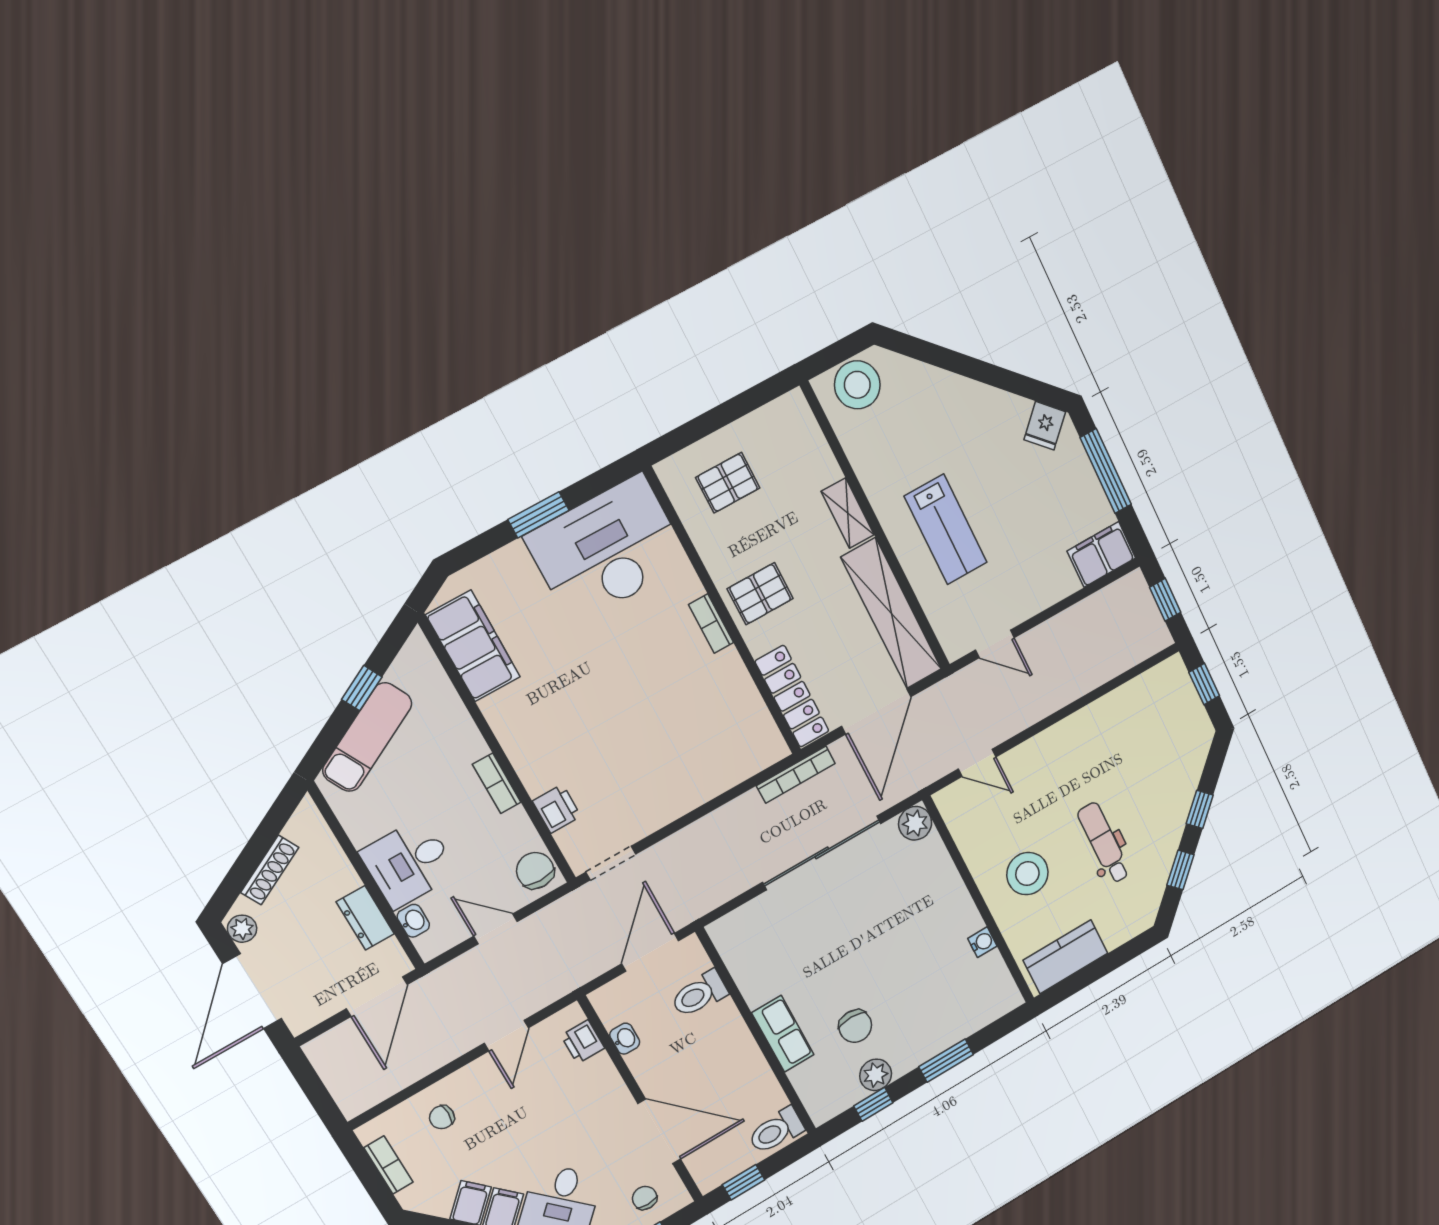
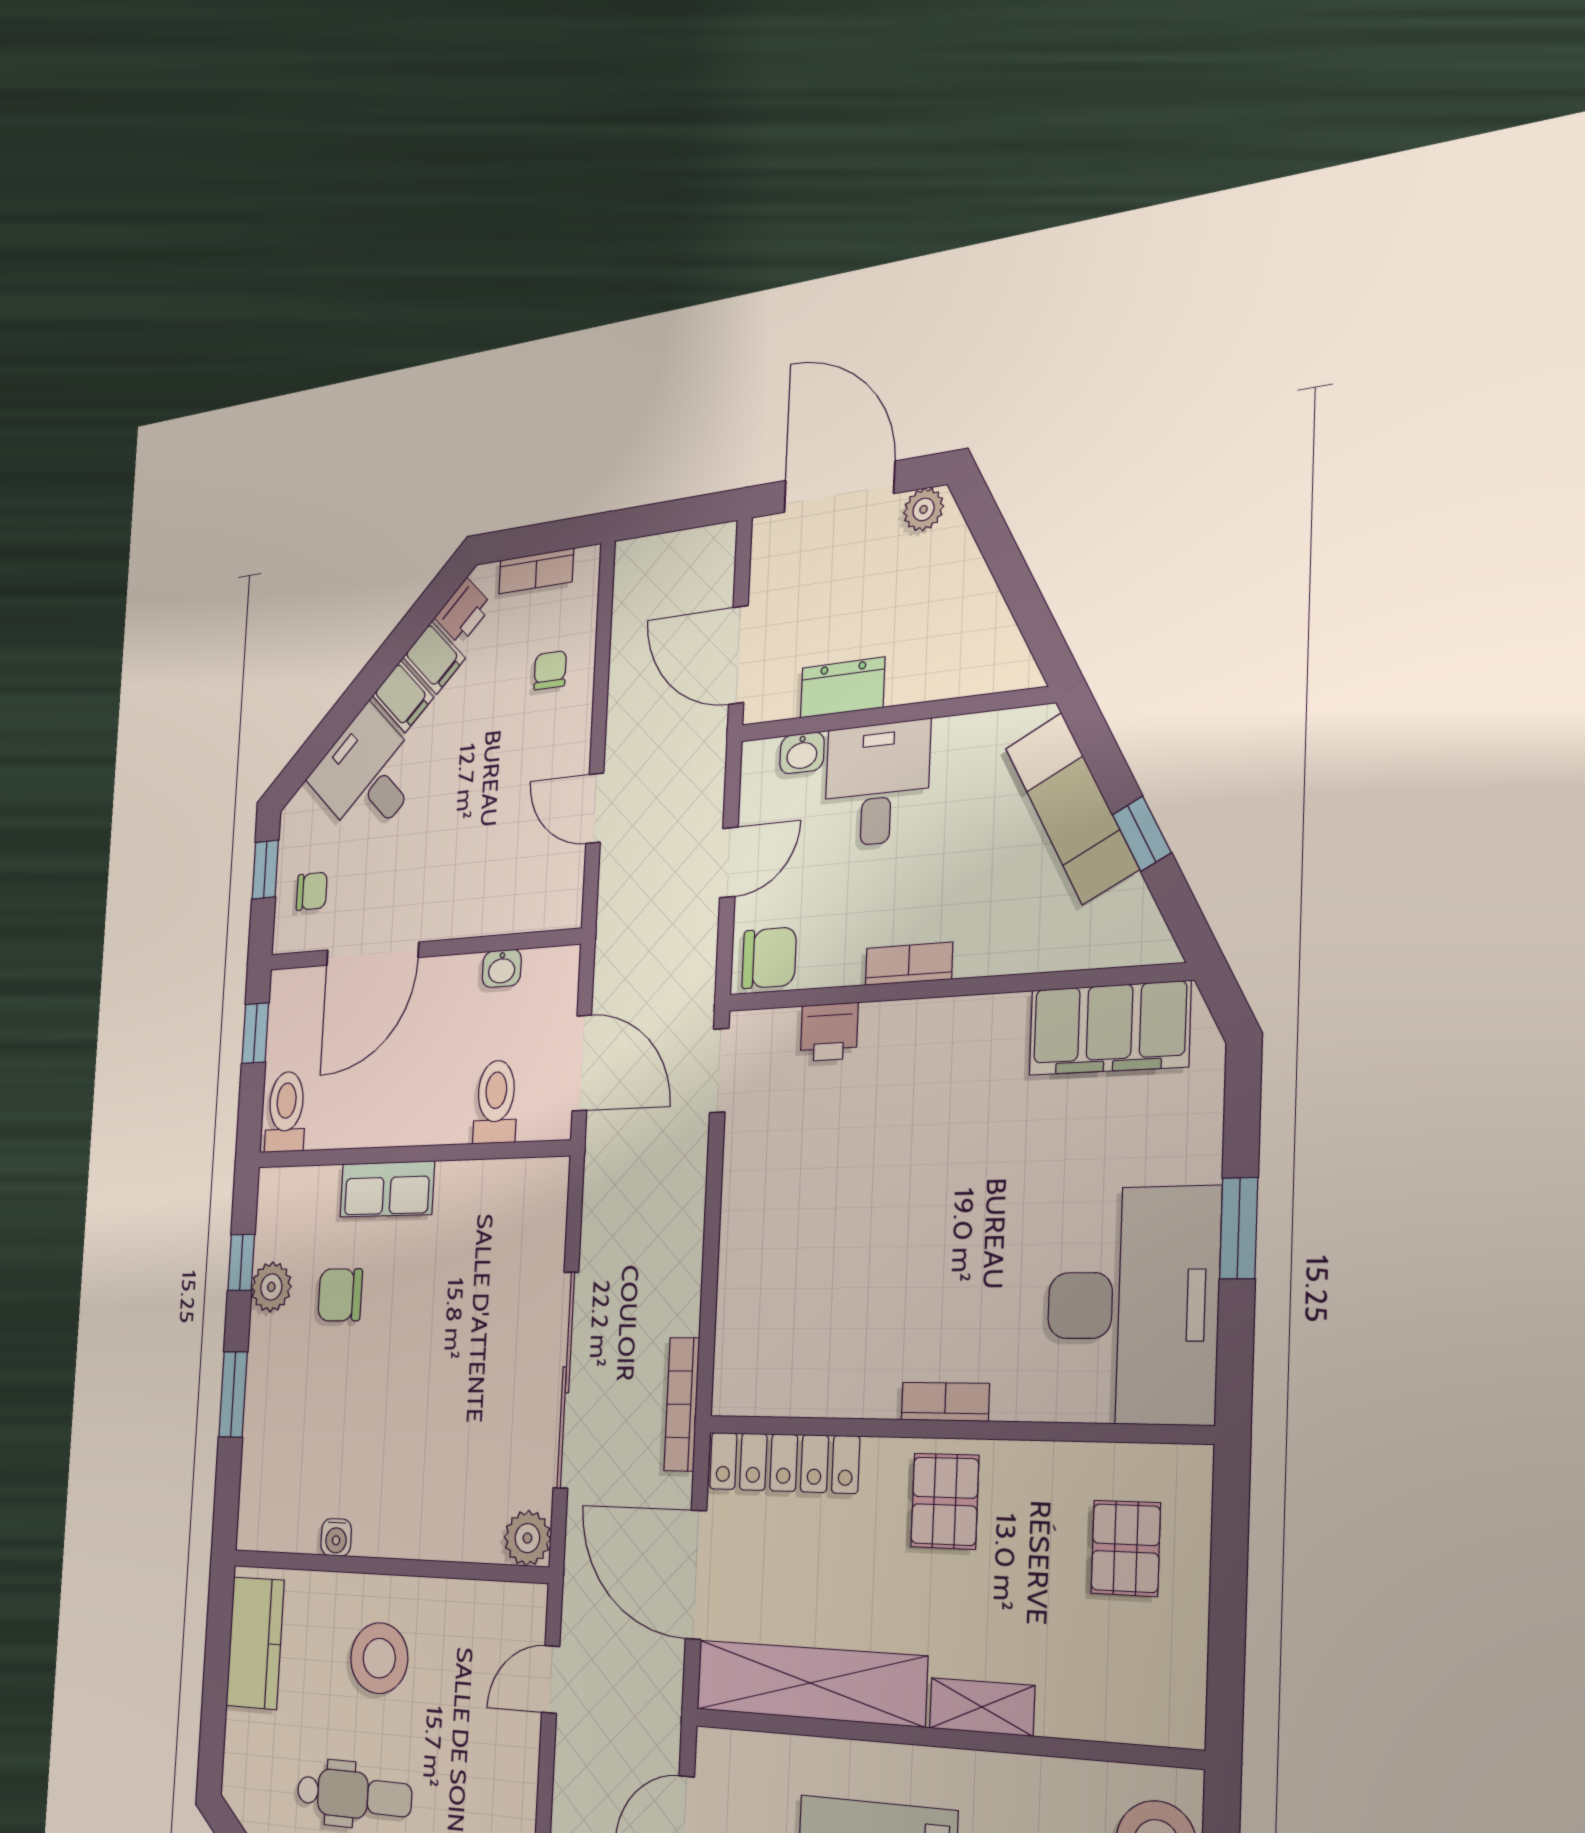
shoe rack: (270, 870) -> (976, 583), removed
printer: (583, 1042) -> (463, 612), moved, turned 135

